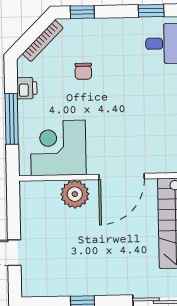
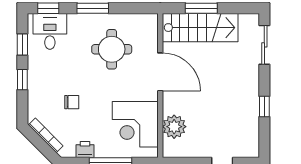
window: (82, 12) -> (22, 80), moved
round table: (148, 118) -> (112, 49), added
plant: (75, 194) -> (174, 127), moved

